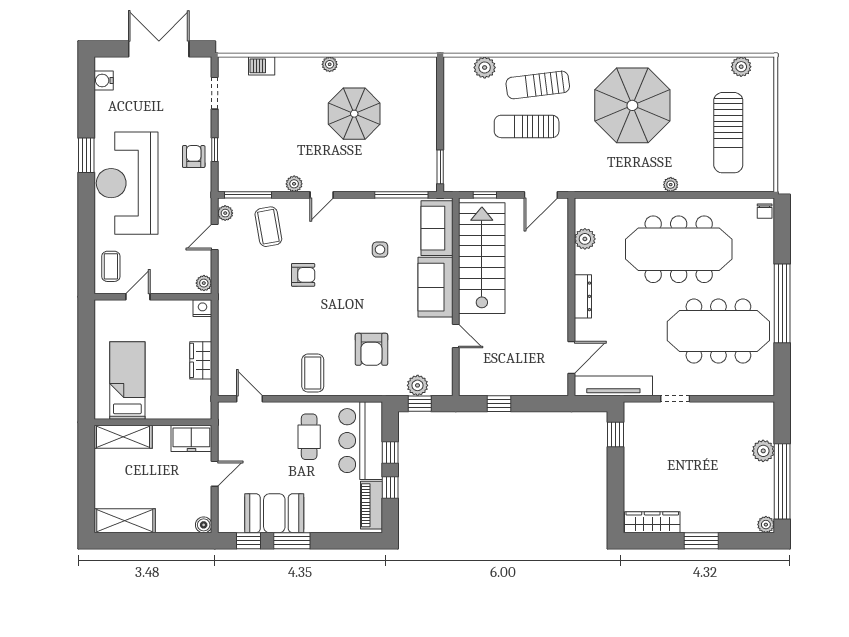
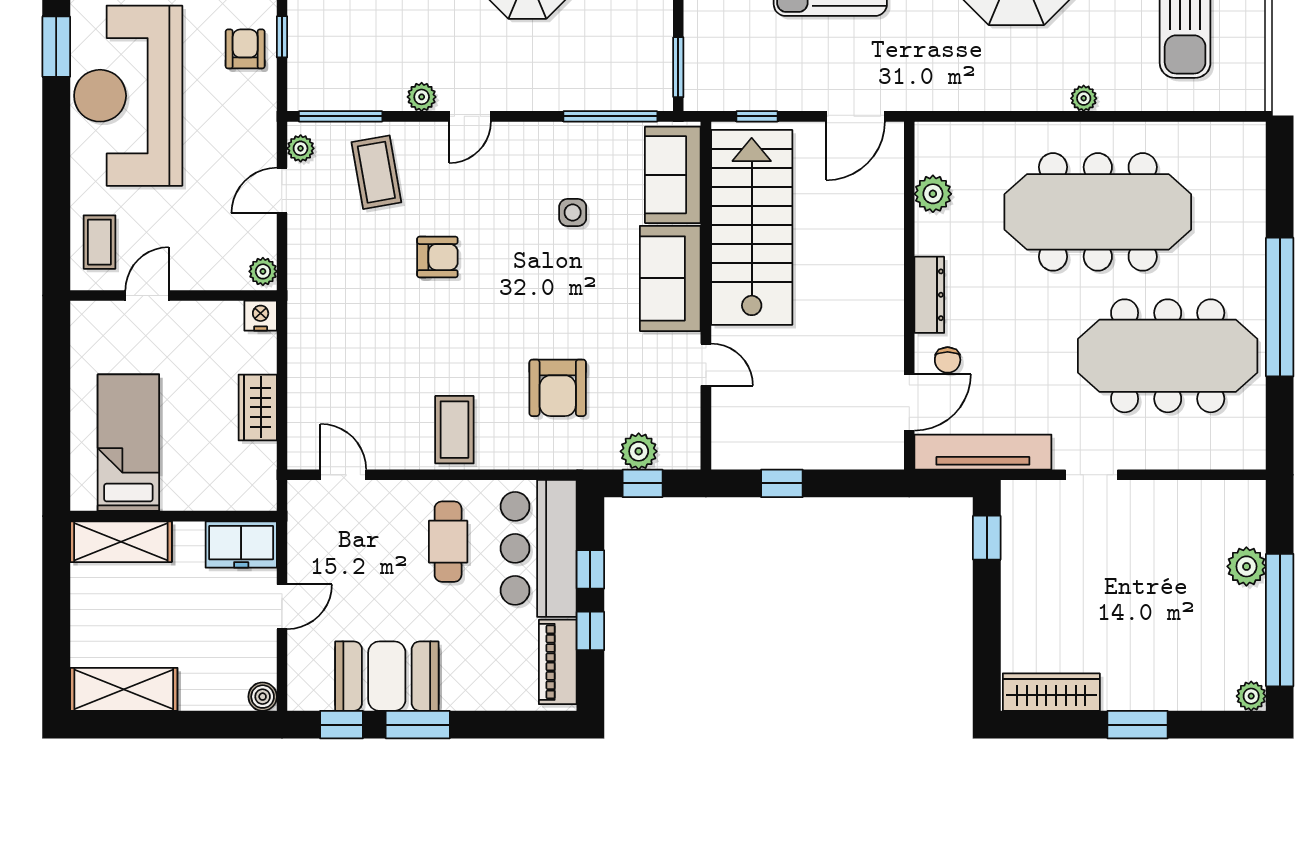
chair: (765, 211) -> (948, 360), moved

